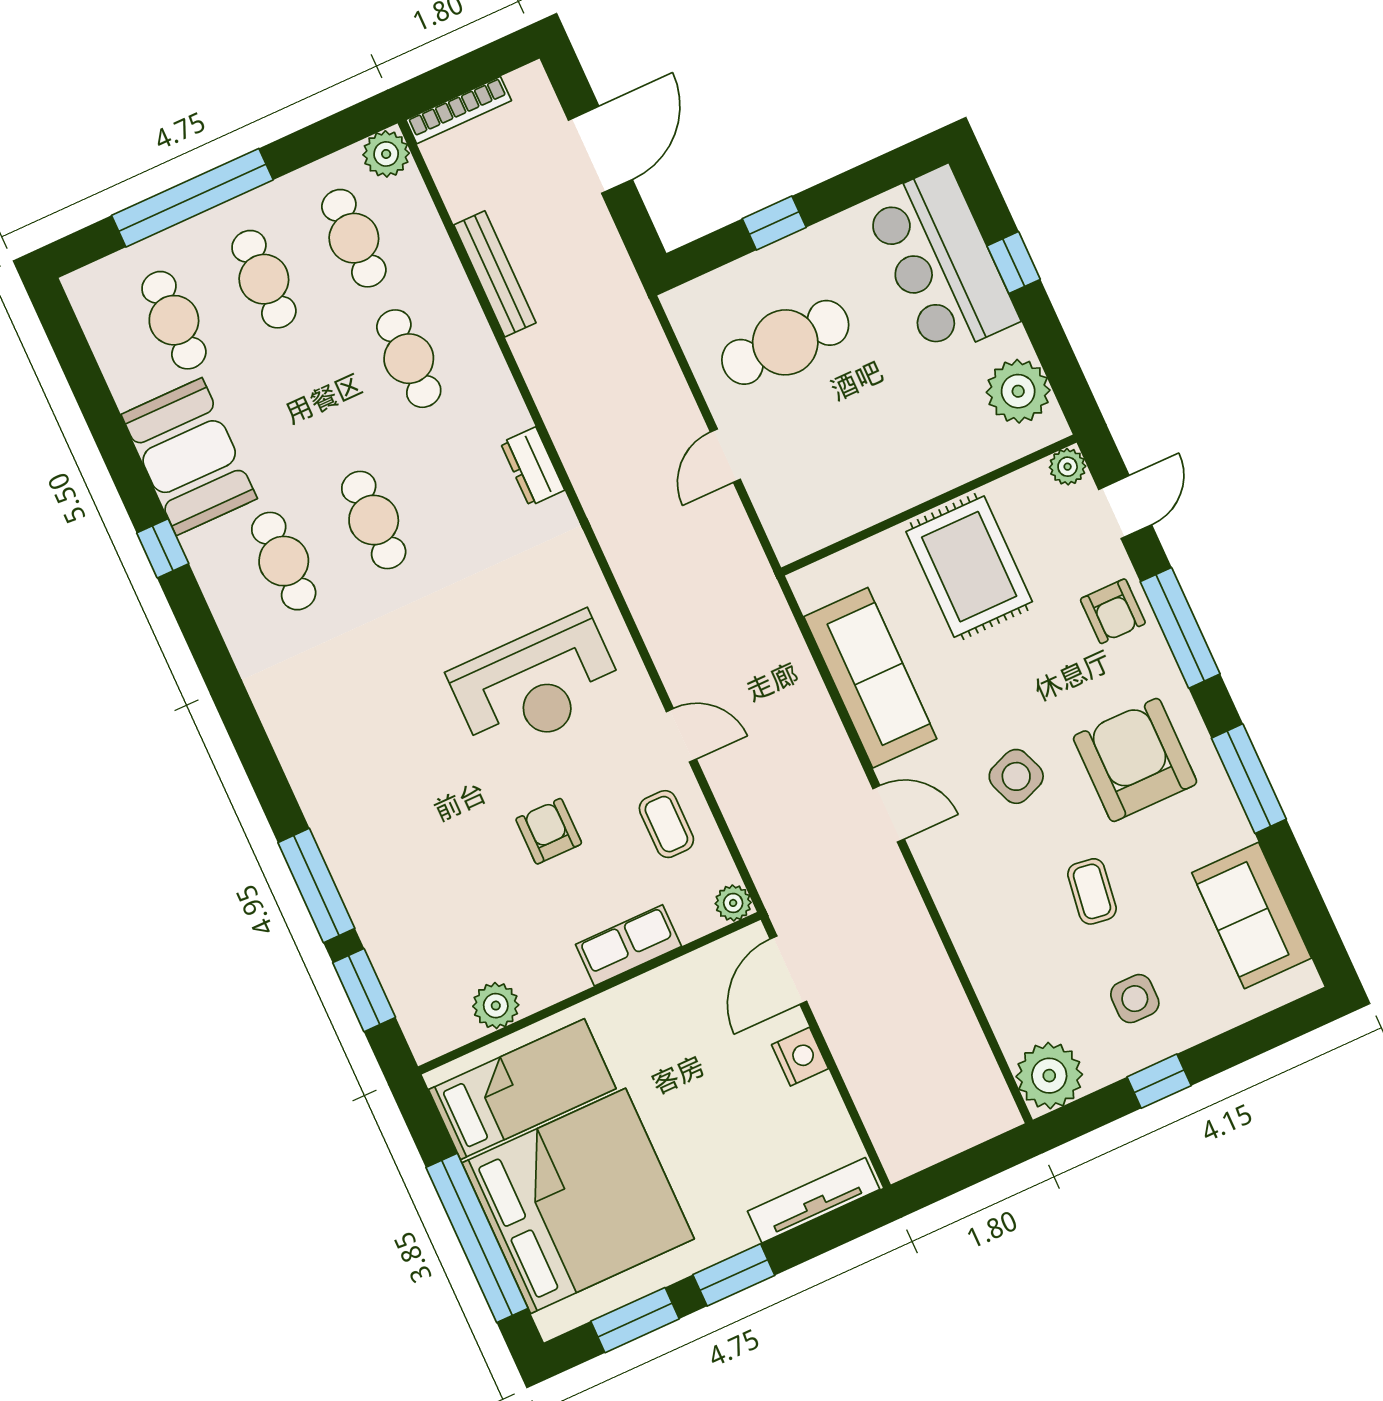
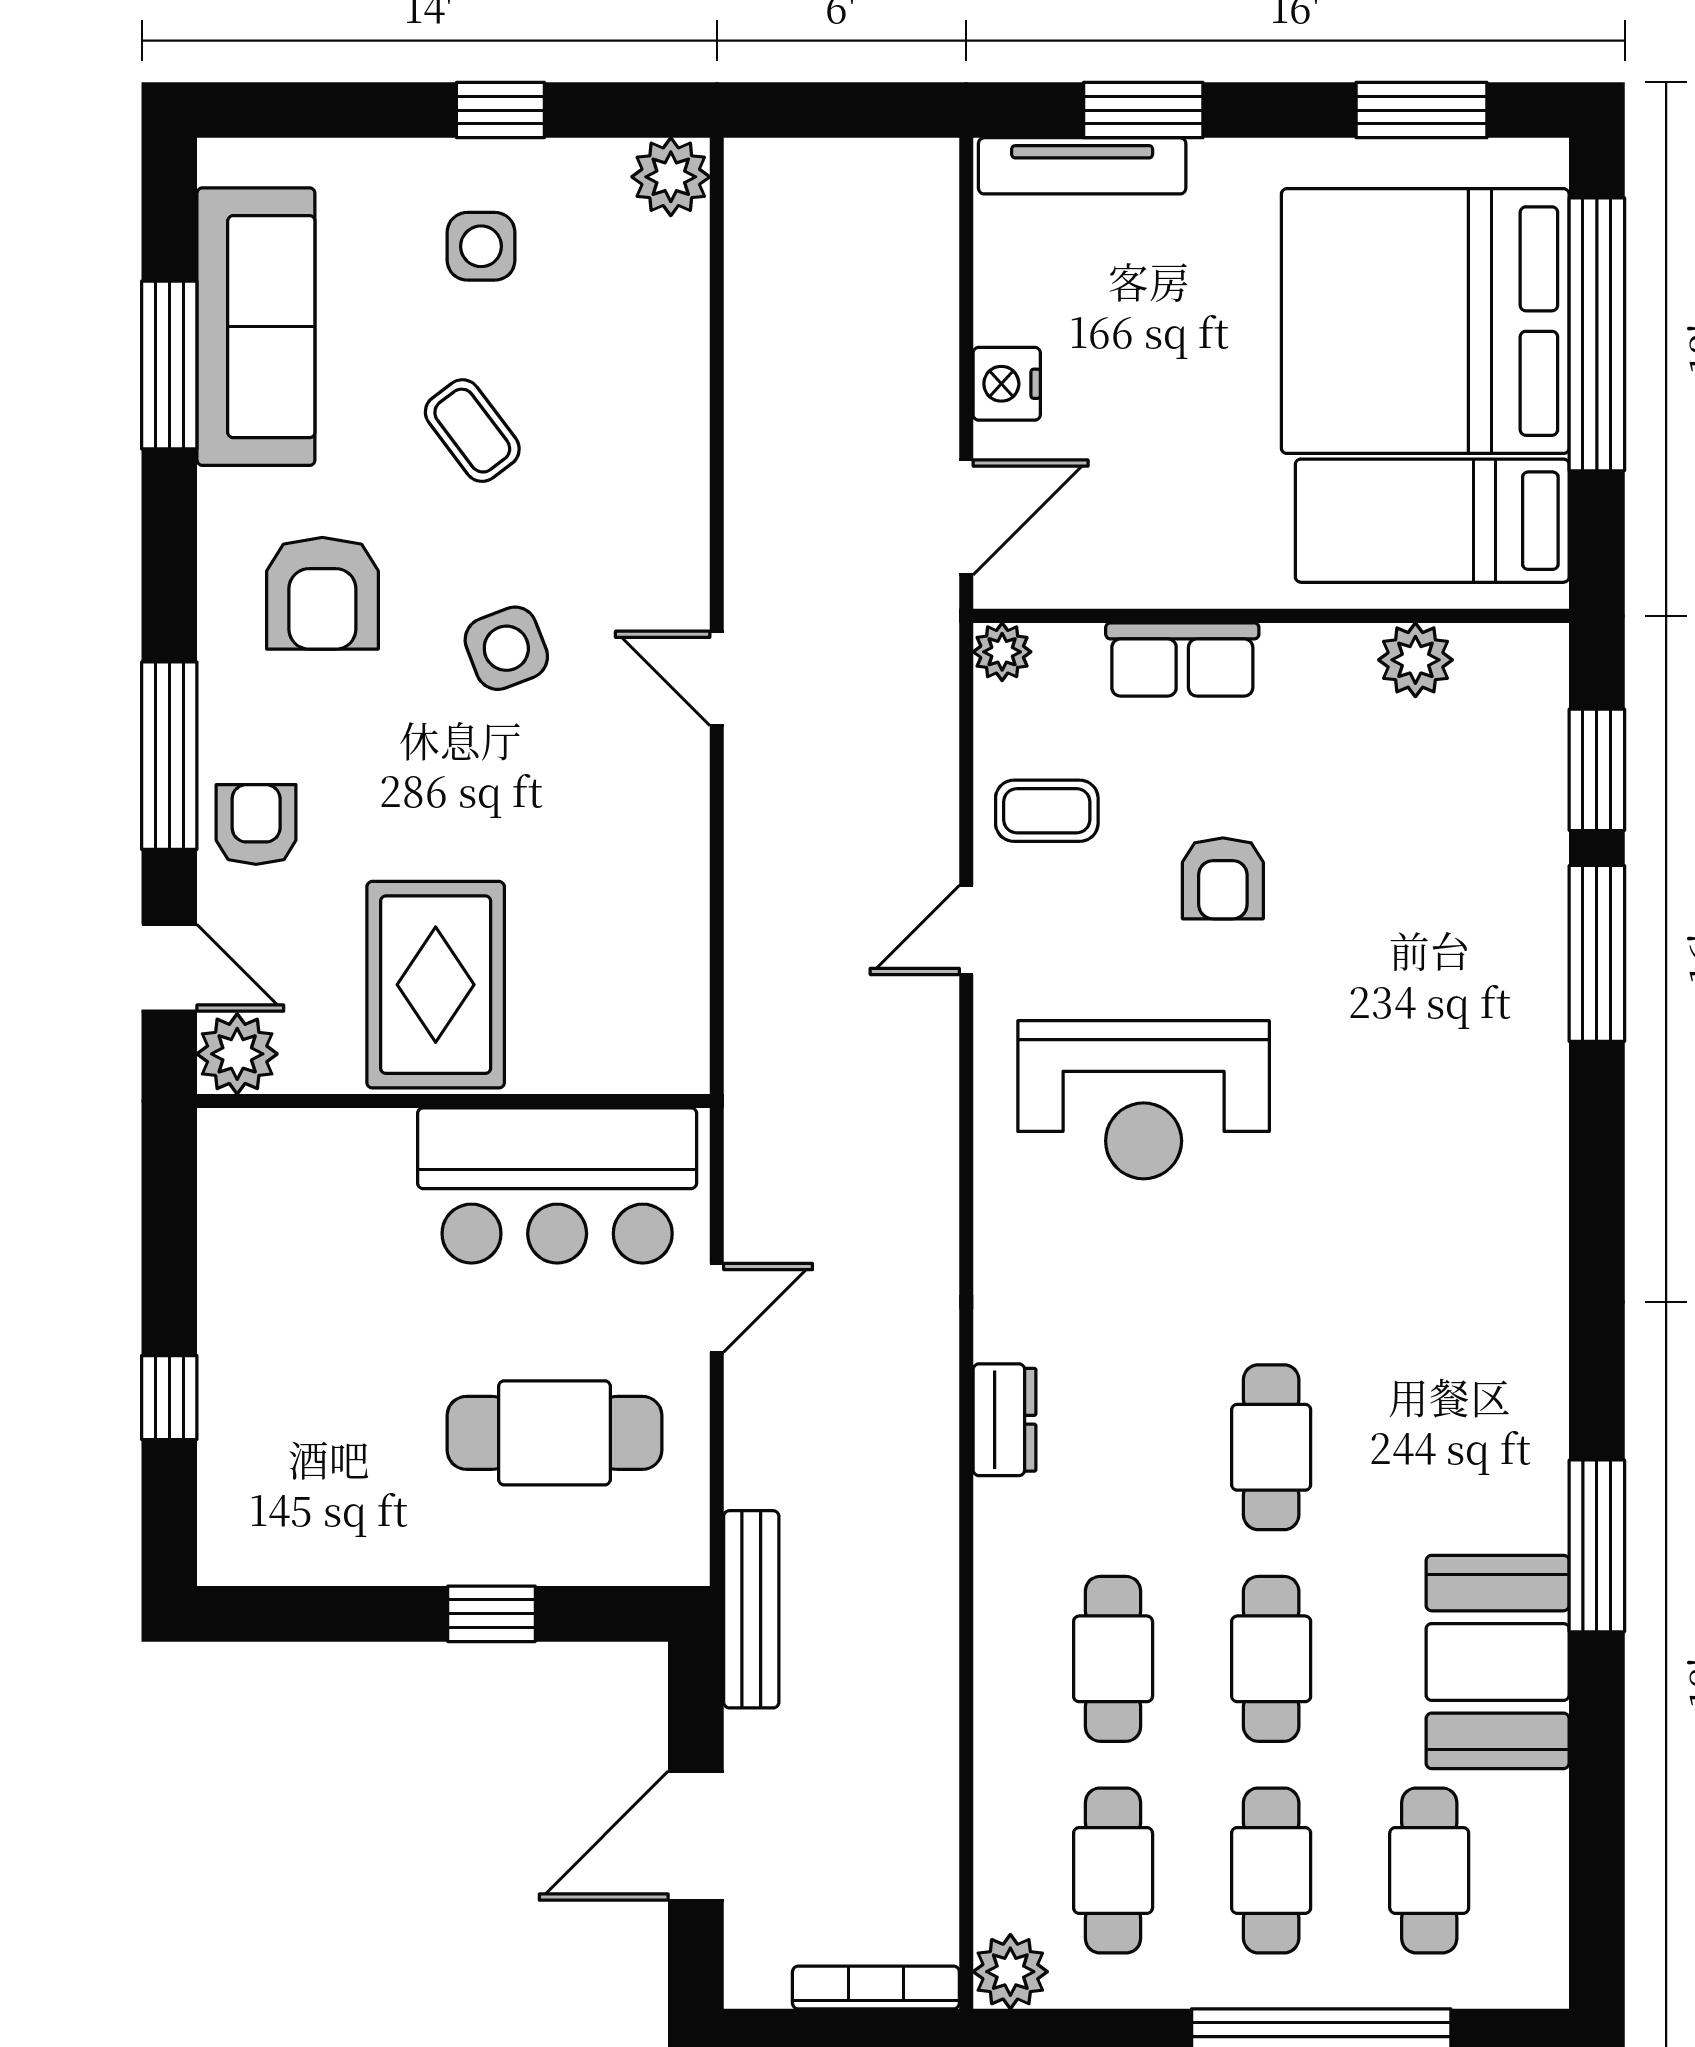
bar counter: (941, 262) -> (557, 1185), moved, turned 90
bench: (495, 274) -> (751, 1609), moved
plant: (1018, 391) -> (248, 1207), removed
plant: (1068, 467) -> (237, 1054), width x1.38, depth x1.38
door: (1125, 507) -> (169, 968), swing flipped
window: (163, 548) -> (1597, 1546), width x2.17
cafe table: (284, 561) -> (1271, 1659), moved
sofa: (870, 678) -> (653, 889), removed
reception desk: (536, 685) -> (1144, 1100), turned 180
door: (681, 735) -> (966, 930), hinge flipped
armchair: (1135, 760) -> (322, 593), width x0.73, depth x0.73
window: (1249, 779) -> (169, 365), moved
coffee table: (666, 824) -> (1047, 811), turned 90
coffee table: (1092, 891) -> (472, 431), turned -45
sofa: (1252, 915) -> (256, 327), width x1.36
plant: (1049, 1076) -> (671, 177), width x0.73, depth x0.73
window: (734, 1275) -> (1143, 110), moved

